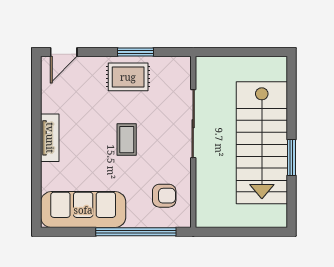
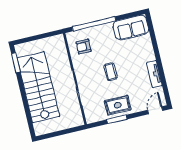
tv unit: (50, 138) -> (154, 74), moved
window: (291, 158) -> (16, 63), moved
sofa: (83, 210) -> (131, 28), width x0.73

